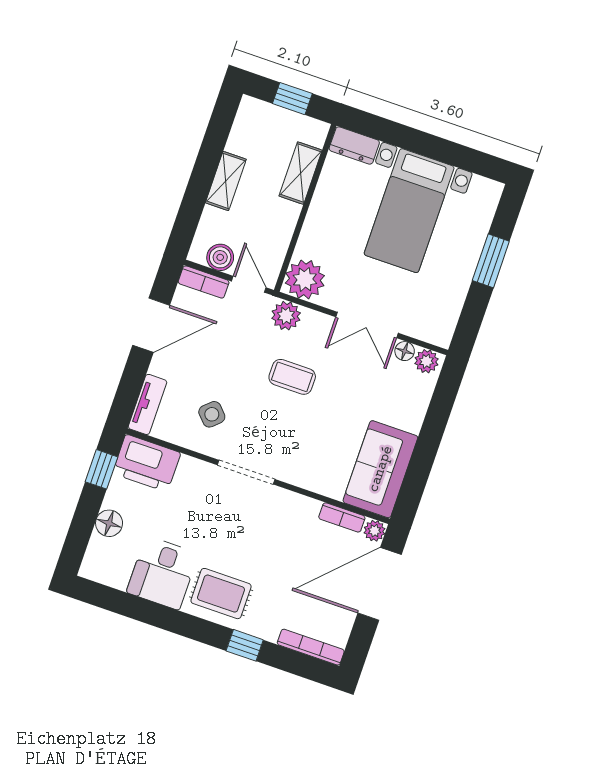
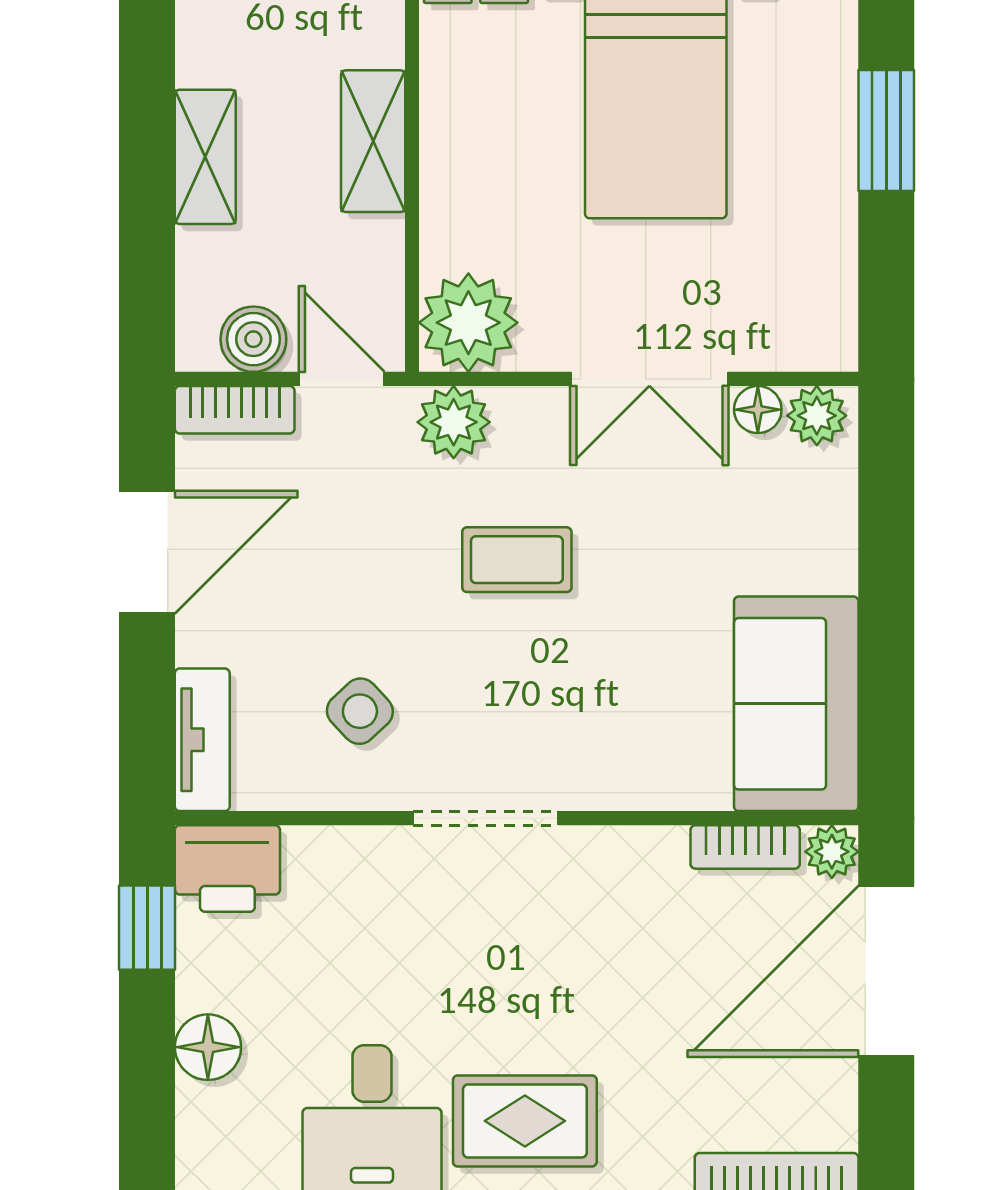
shelving: (301, 173) -> (373, 141), moved
printer: (147, 463) -> (227, 869), width x0.73, depth x0.84

